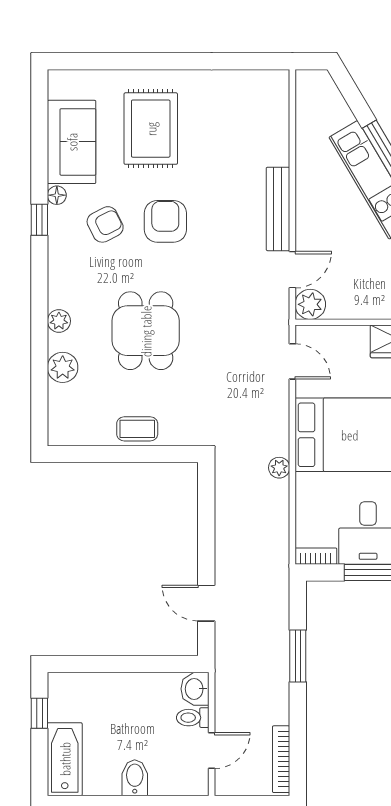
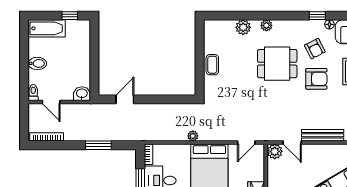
dining table: (146, 331) -> (277, 64), moved
toilet: (193, 718) -> (33, 93), moved

